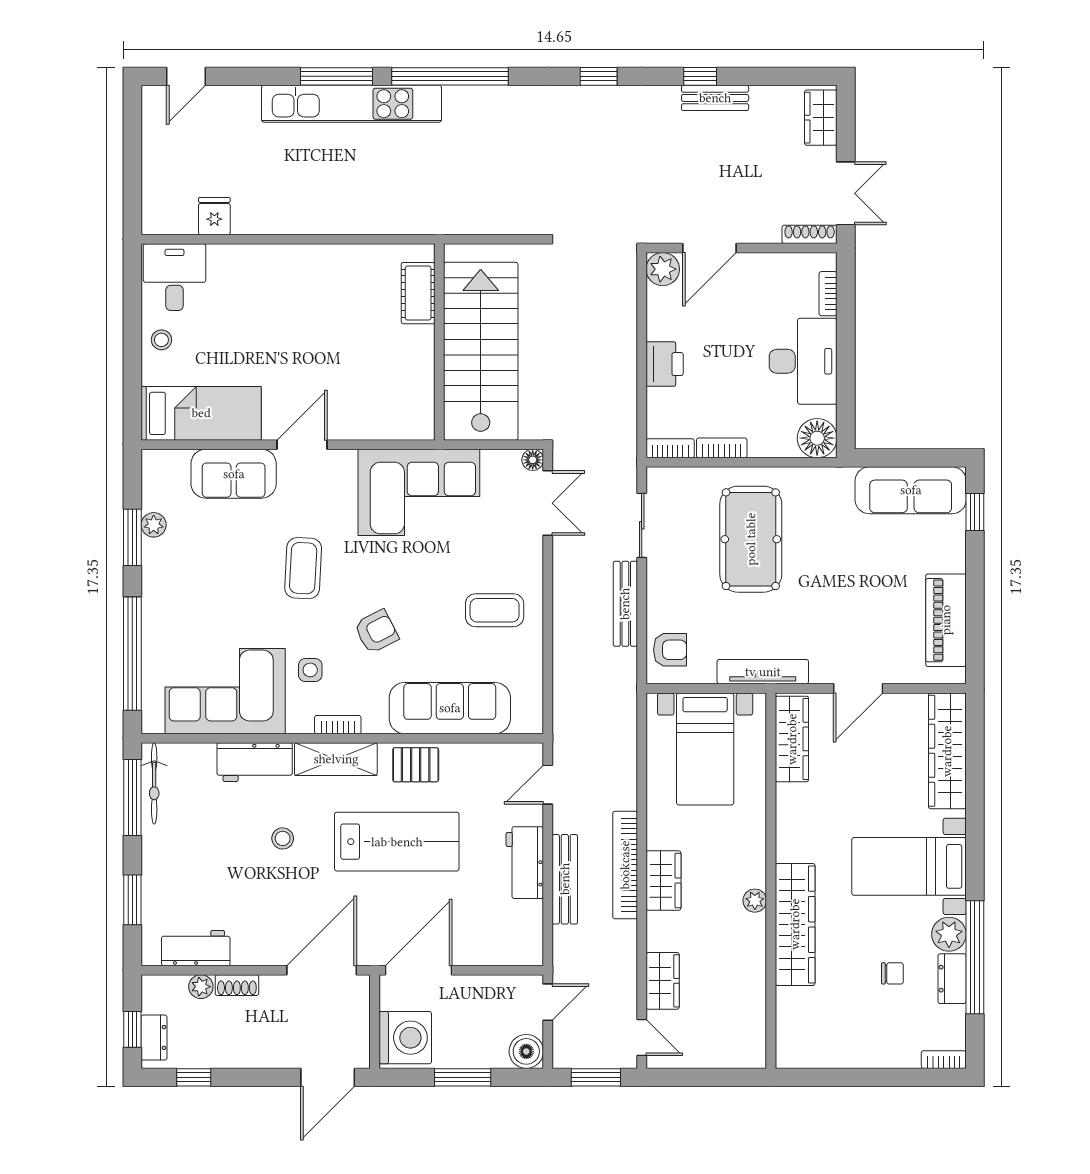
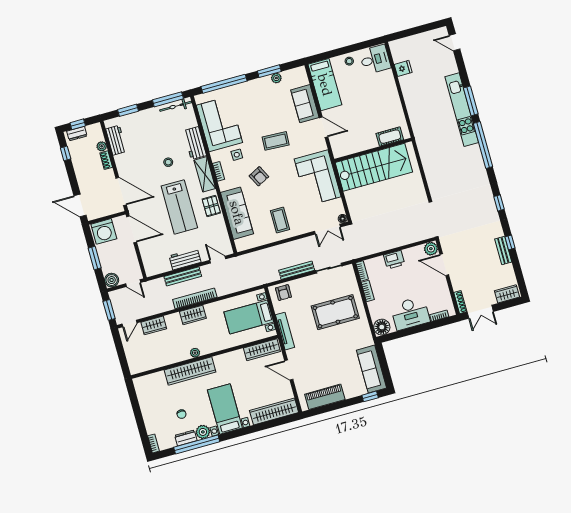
cot: (418, 293) -> (390, 137), moved
wall: (439, 342) -> (373, 150), moved
stairs: (481, 351) -> (374, 167), moved

